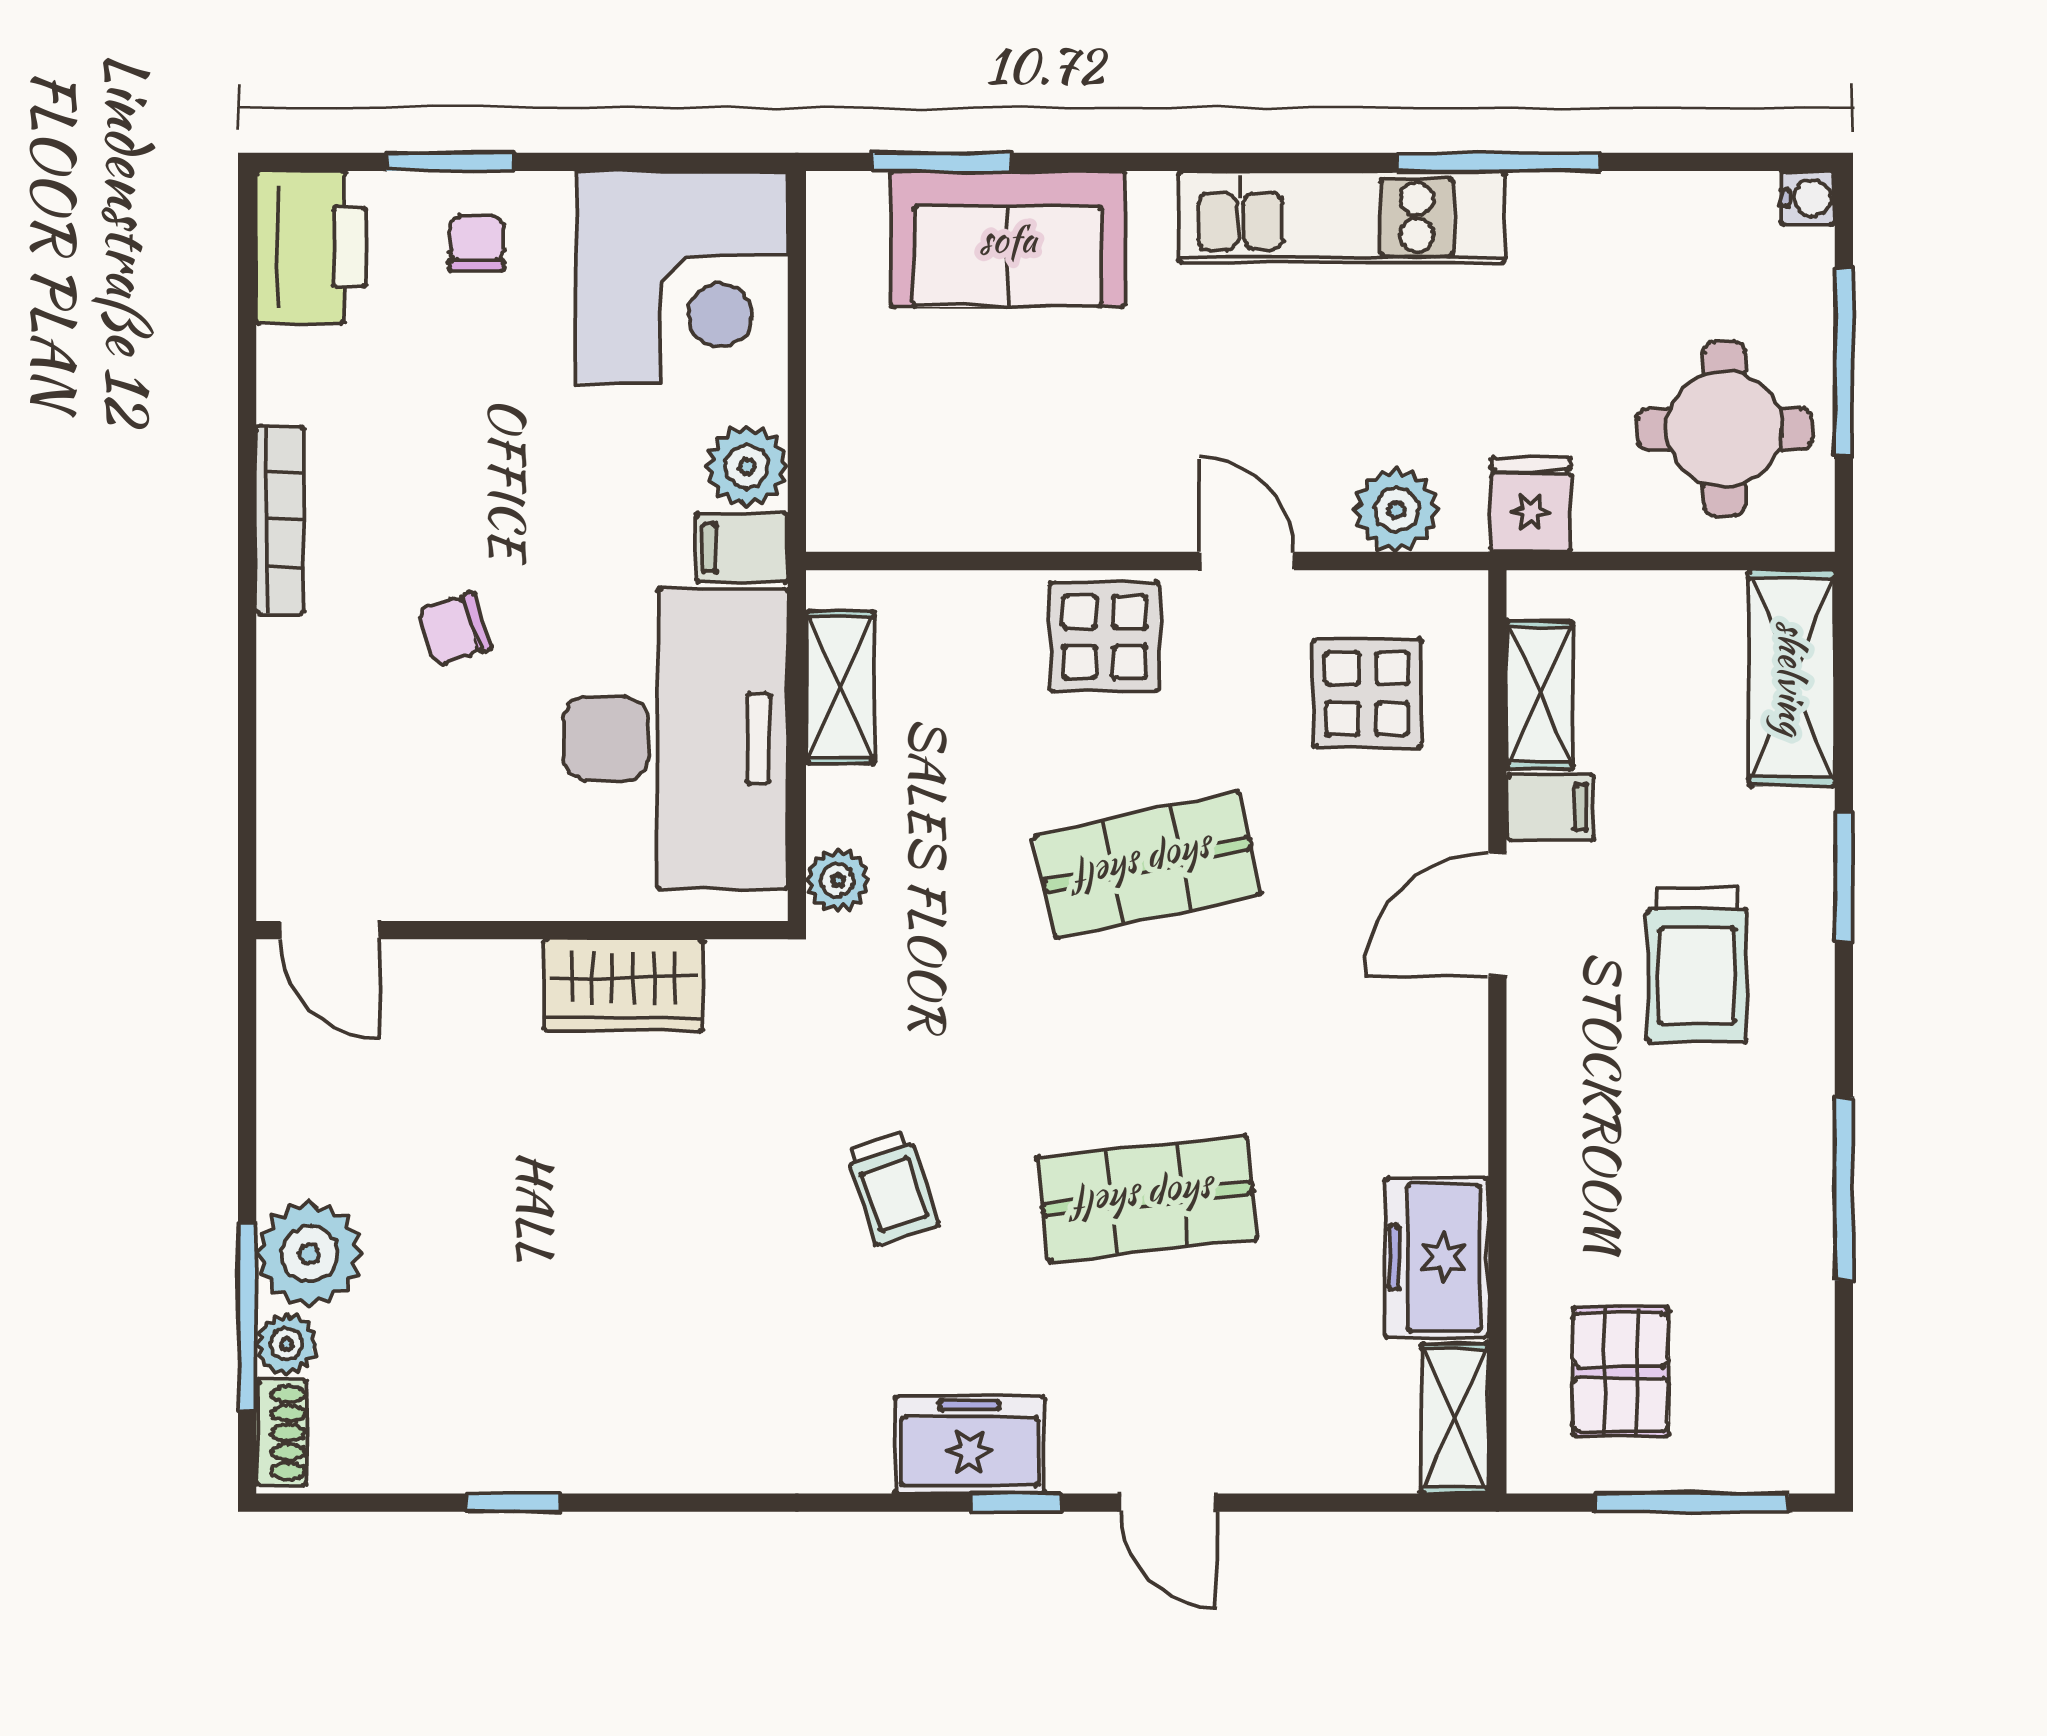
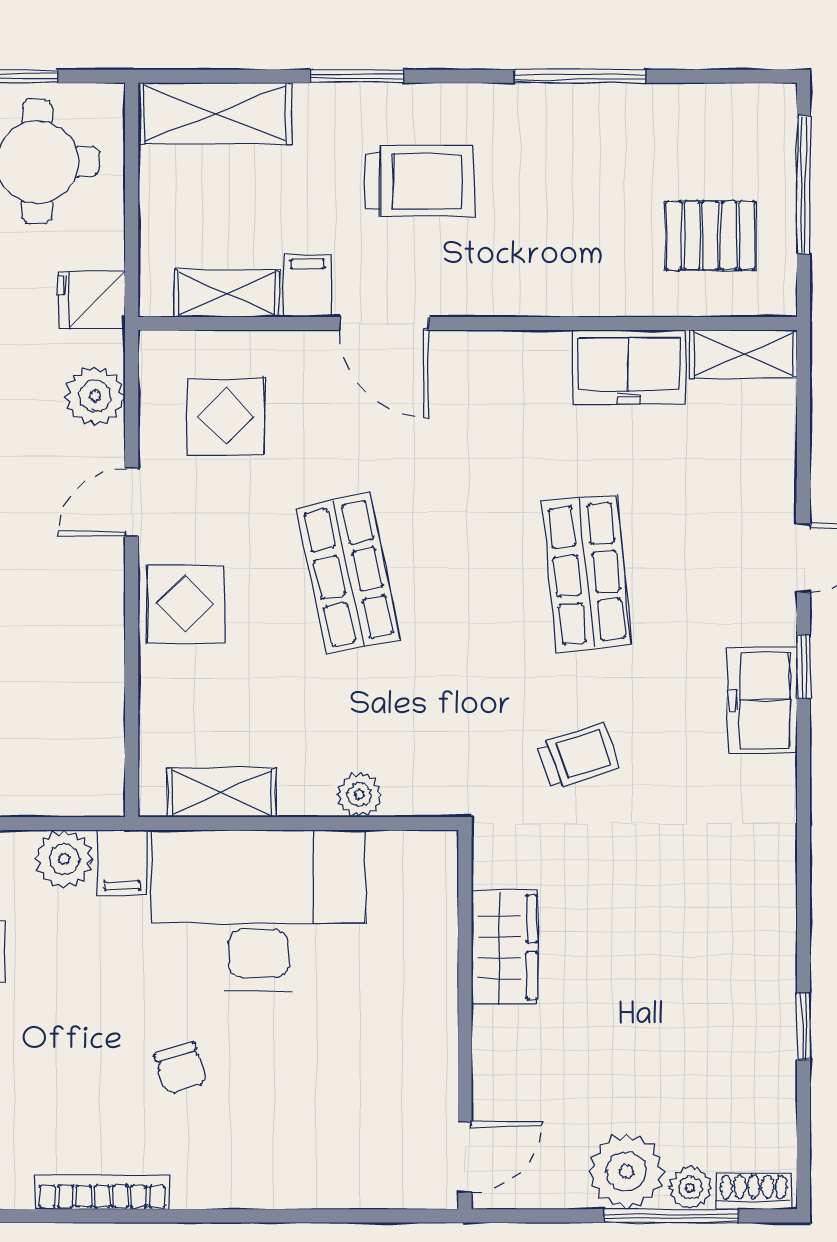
door: (330, 930) -> (465, 1157), moved
wall: (522, 930) -> (465, 1020), moved
wardrobe: (623, 985) -> (504, 947), moved

